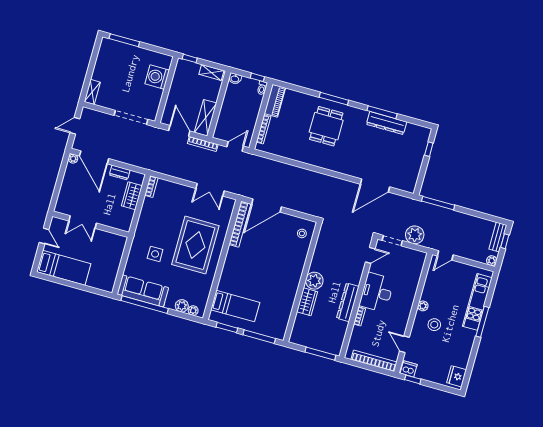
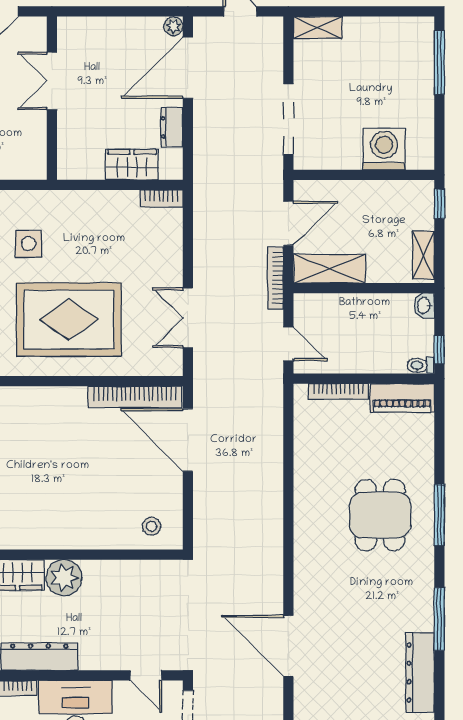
dresser: (387, 123) -> (420, 673), moved
dining table: (326, 126) -> (380, 515), turned 90

